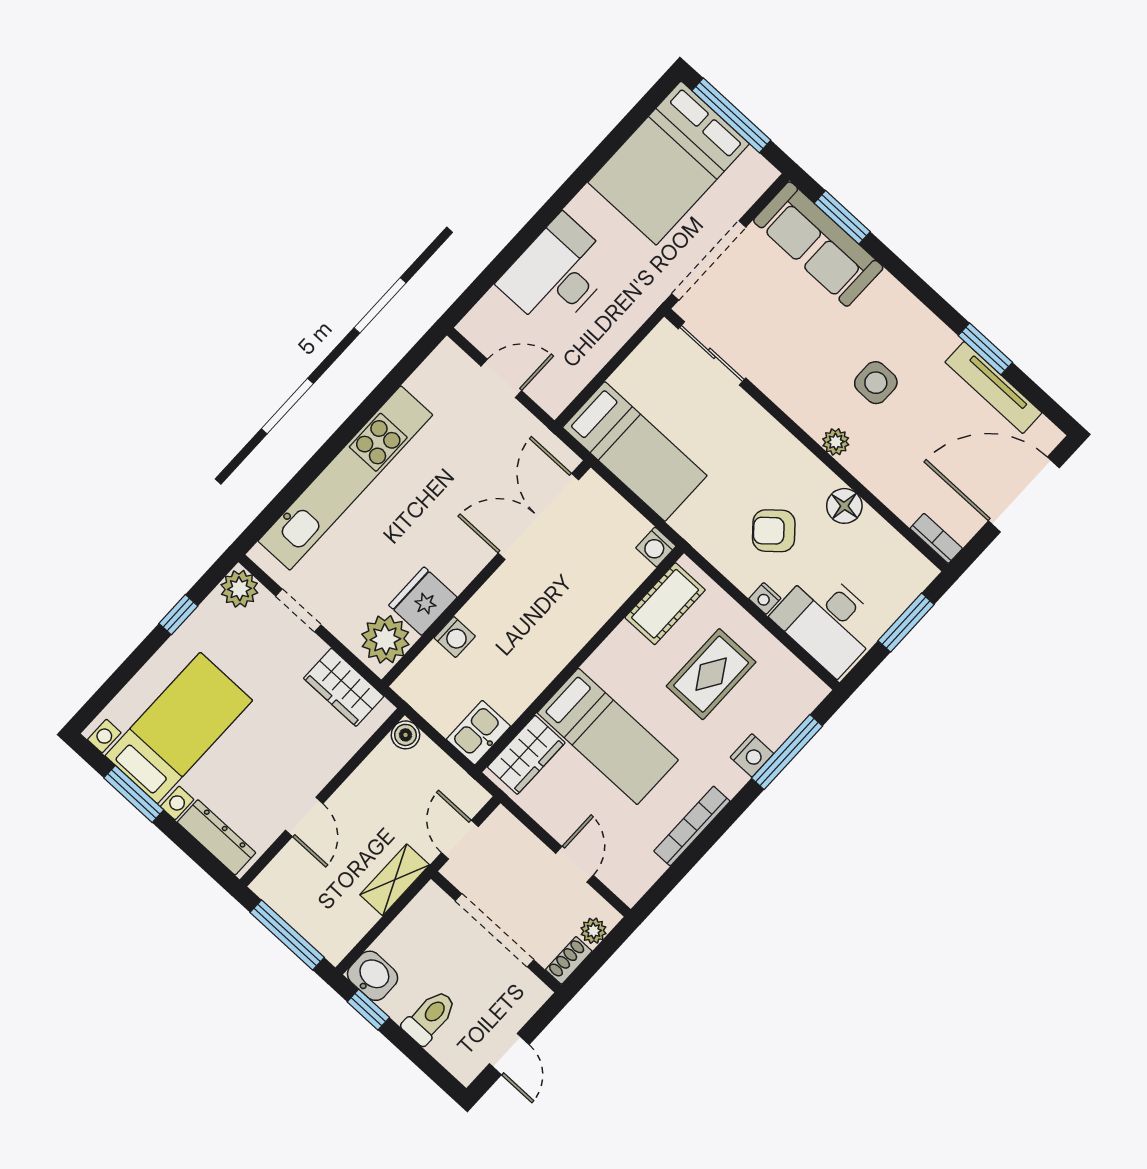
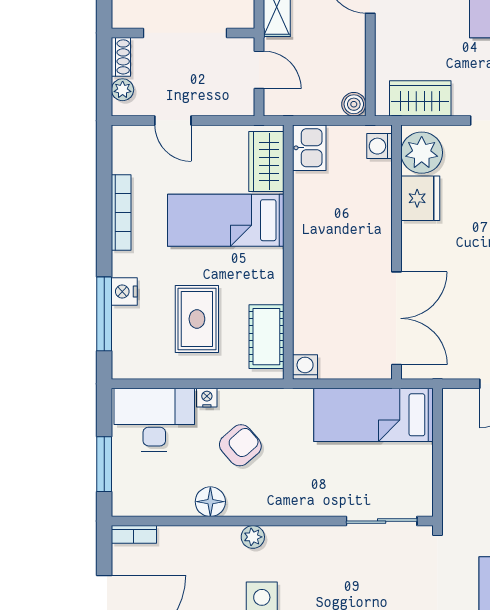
washing machine: (455, 637) -> (379, 146), moved

